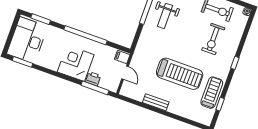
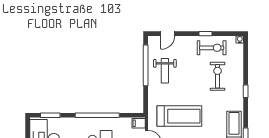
exercise bike: (213, 39) -> (218, 76), turned 180
treadmill: (180, 74) -> (179, 116), moved

